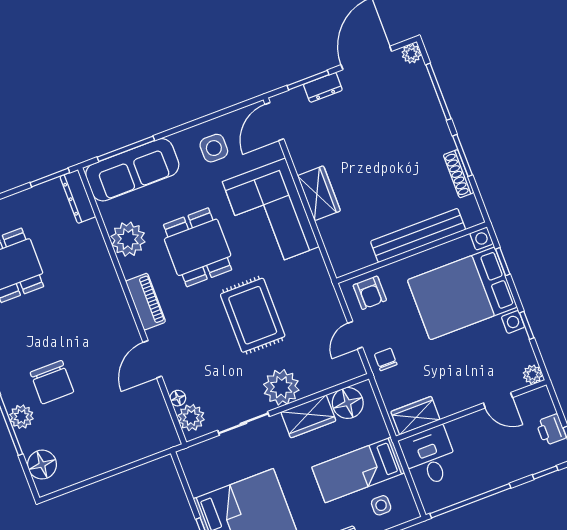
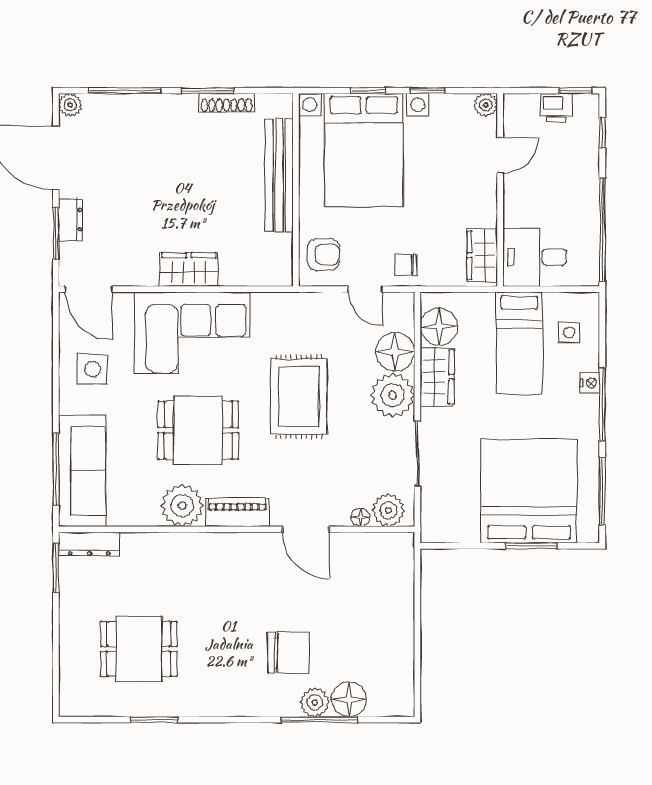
plant: (128, 239) -> (182, 506), moved
window: (503, 262) -> (368, 91), moved
rug: (253, 315) -> (299, 397), turned 90
floor lamp: (316, 377) -> (395, 352), added
floor lamp: (42, 465) -> (349, 700), moved

